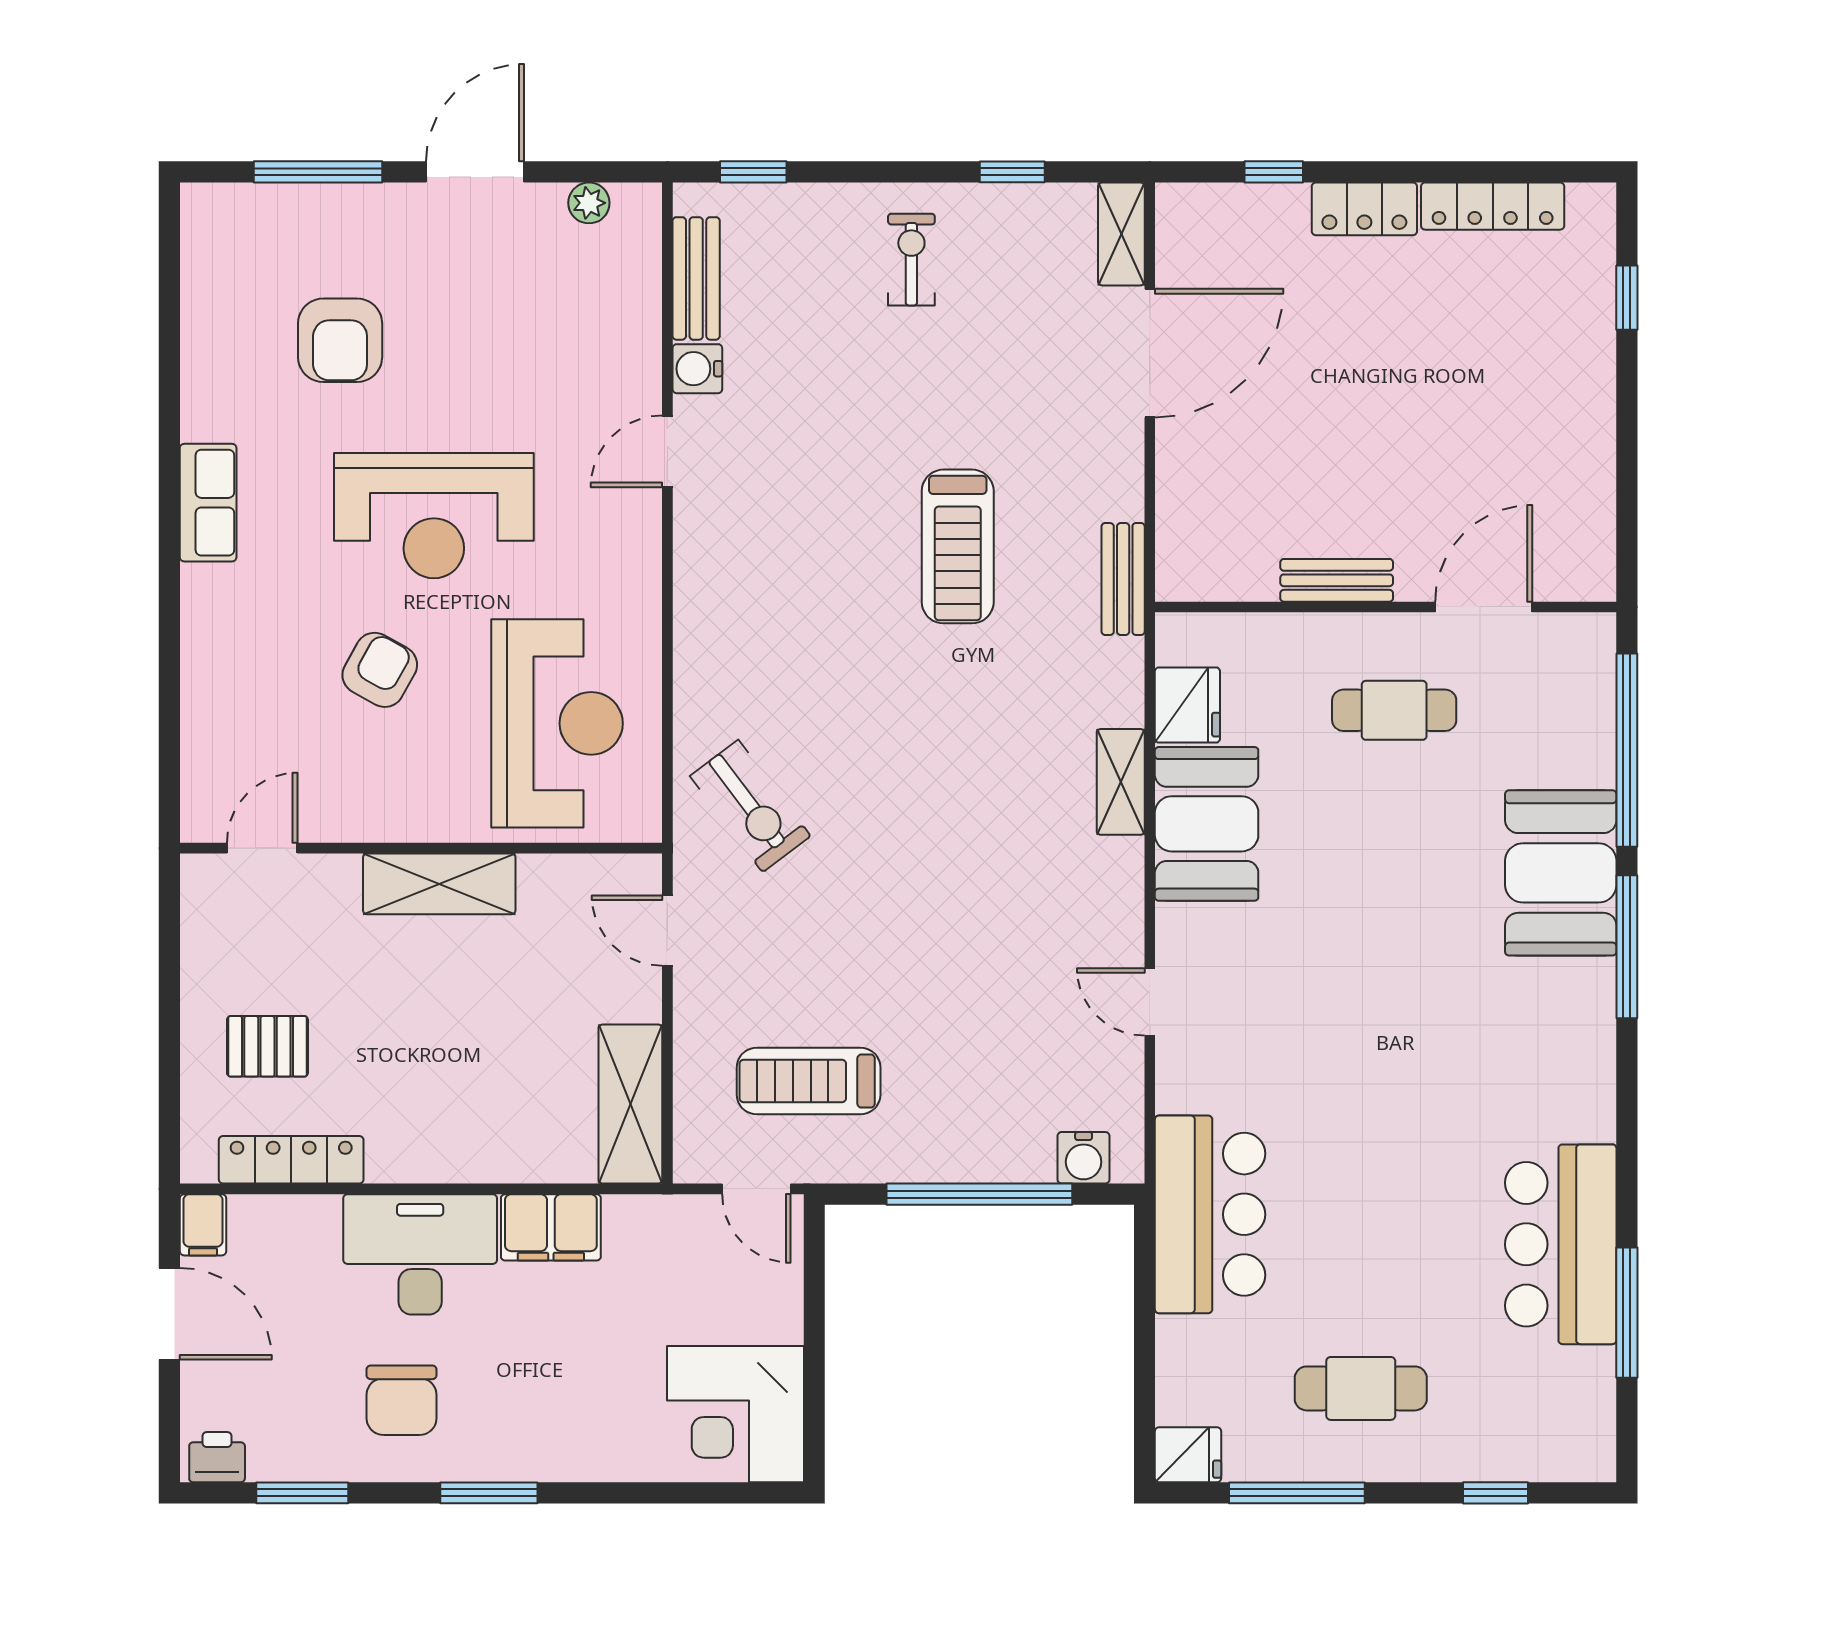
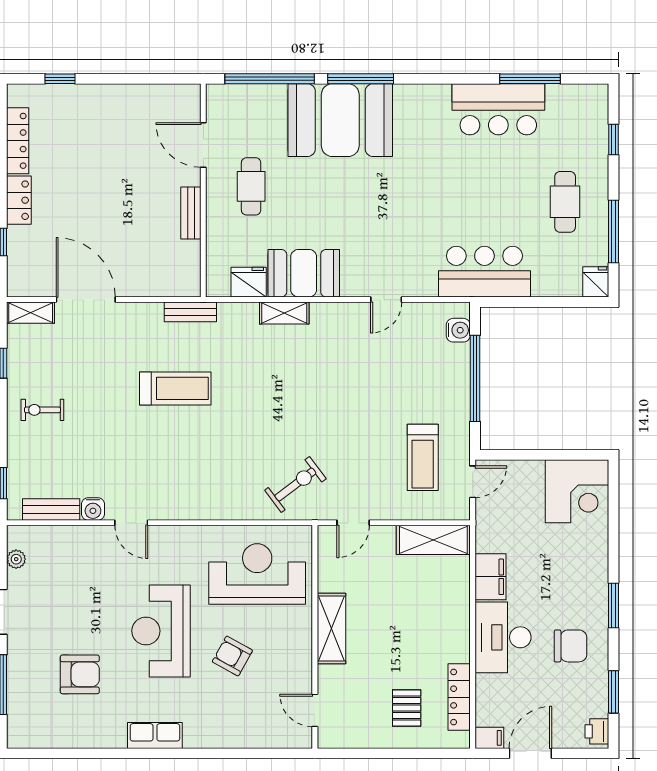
reception desk: (434, 516) -> (161, 631), turned 180
booth: (1561, 873) -> (340, 120), width x1.36, depth x1.42

